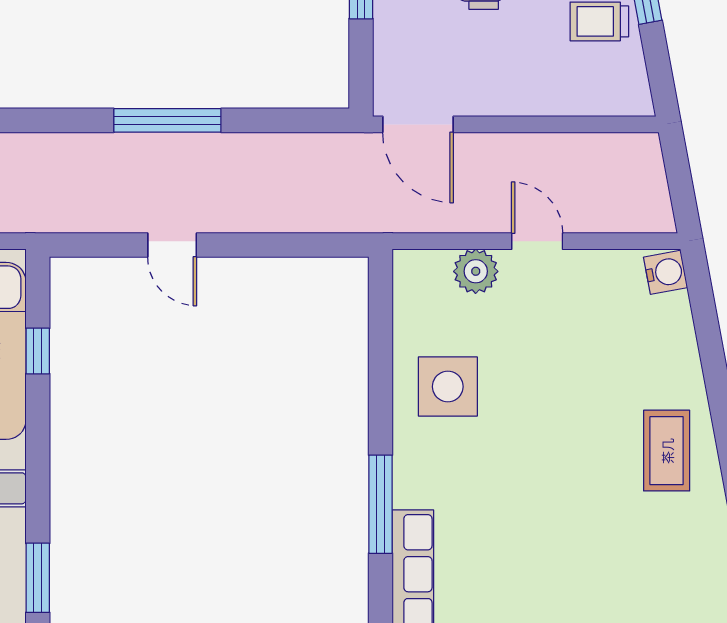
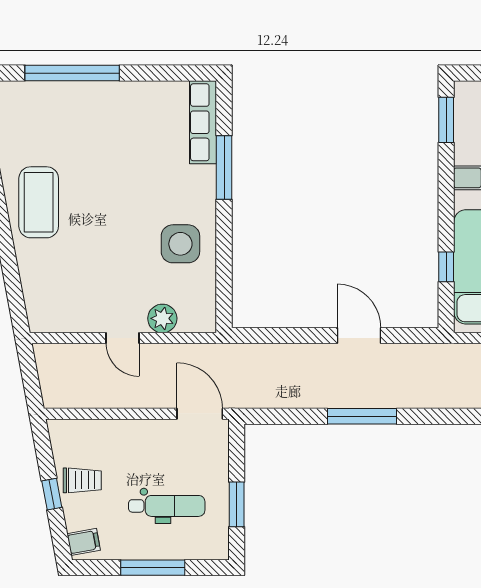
door: (172, 245) -> (359, 335), width x1.38
water cooler: (666, 272) -> (39, 318), removed
coffee table: (667, 451) -> (39, 202), width x1.36, depth x1.32

